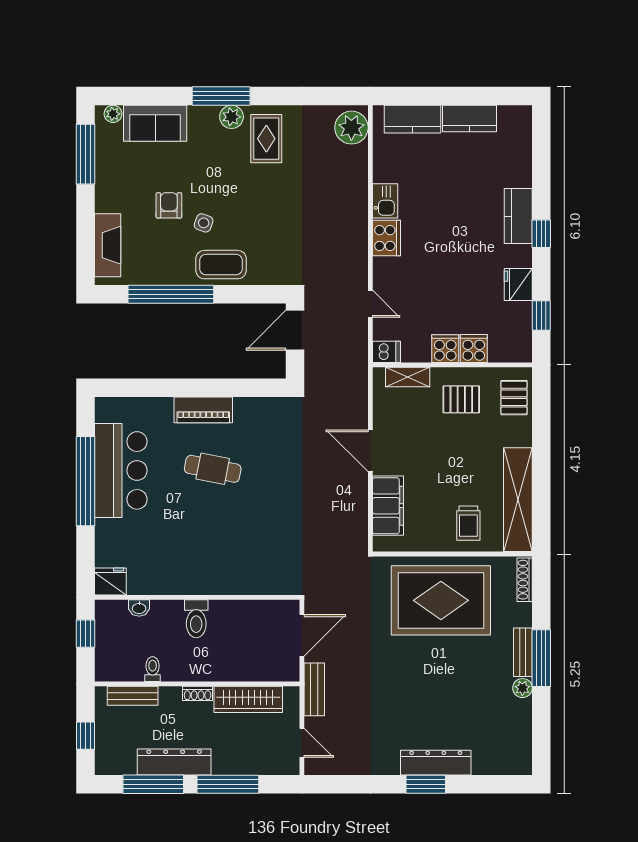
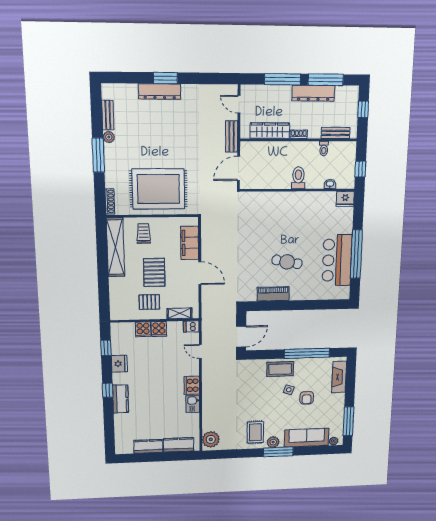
sofa: (155, 123) -> (307, 438), width x1.36
pallet: (514, 398) -> (154, 272), moved, width x1.50, depth x1.42
piano: (203, 410) -> (273, 294), moved
bench: (523, 652) -> (108, 115), moved

